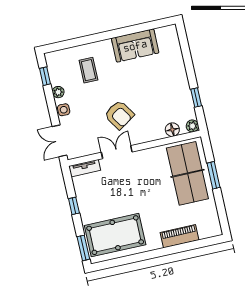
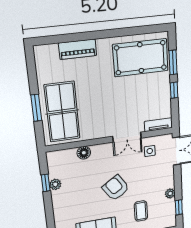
side table: (64, 110) -> (150, 151), moved
armchair: (119, 115) -> (116, 188), moved
plant: (192, 126) -> (55, 184), moved
floor lamp: (172, 130) -> (84, 153), moved
window: (83, 248) -> (173, 62), moved

